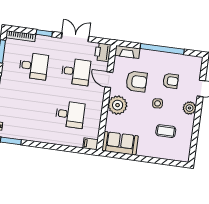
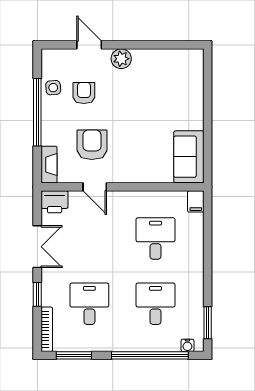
double door: (75, 37) -> (37, 247), swing flipped
desk: (76, 72) -> (155, 304), moved
door: (109, 80) -> (95, 187), hinge flipped
side table: (158, 103) -> (53, 88), moved
plant: (118, 105) -> (131, 168), removed
coffee table: (166, 131) -> (161, 90), removed

